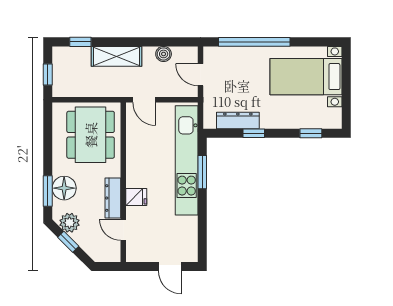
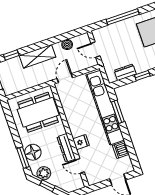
window: (254, 42) -> (123, 17), width x0.68
door: (144, 100) -> (65, 78), swing flipped
dresser: (238, 120) -> (125, 72), width x0.70
dining table: (91, 135) -> (38, 112), turned 90
dishwasher: (188, 227) -> (121, 150), added

